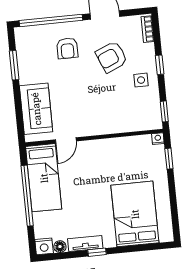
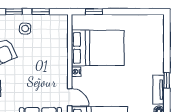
window: (164, 111) -> (41, 12), moved
nightstand: (158, 139) -> (76, 72), moved
bed: (135, 214) -> (98, 48), moved, turned 180

